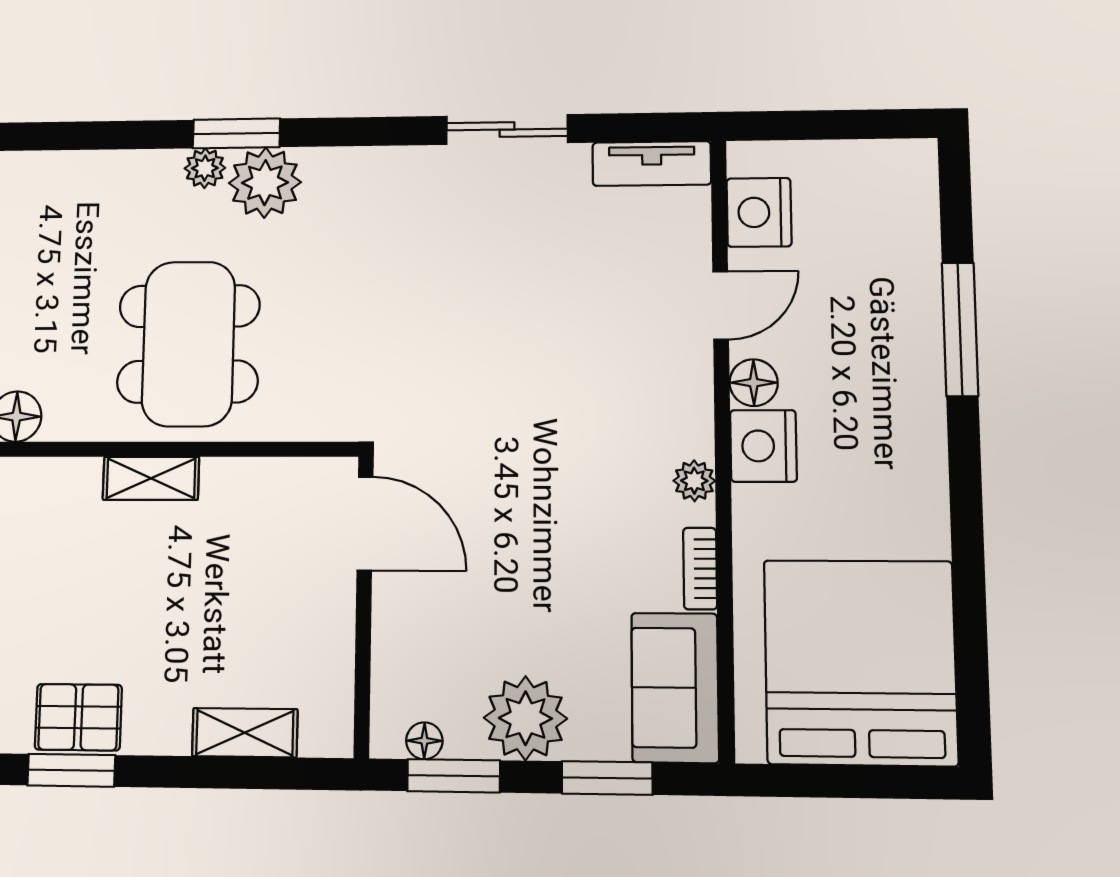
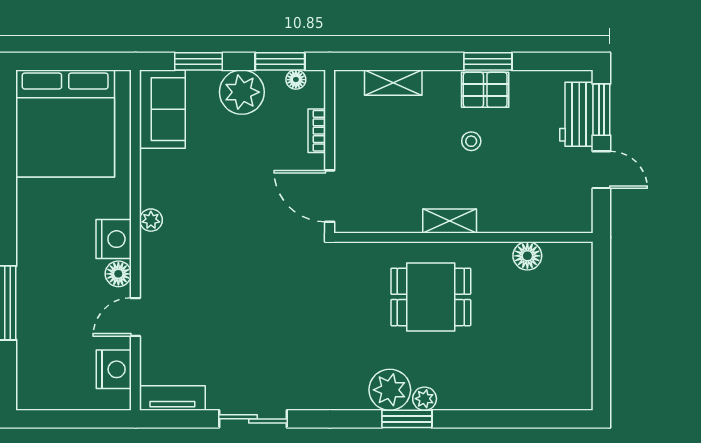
dining table: (188, 344) -> (431, 297), width x0.73
bookcase: (700, 569) -> (317, 131), moved, turned 180
stool: (107, 623) -> (471, 141), added

